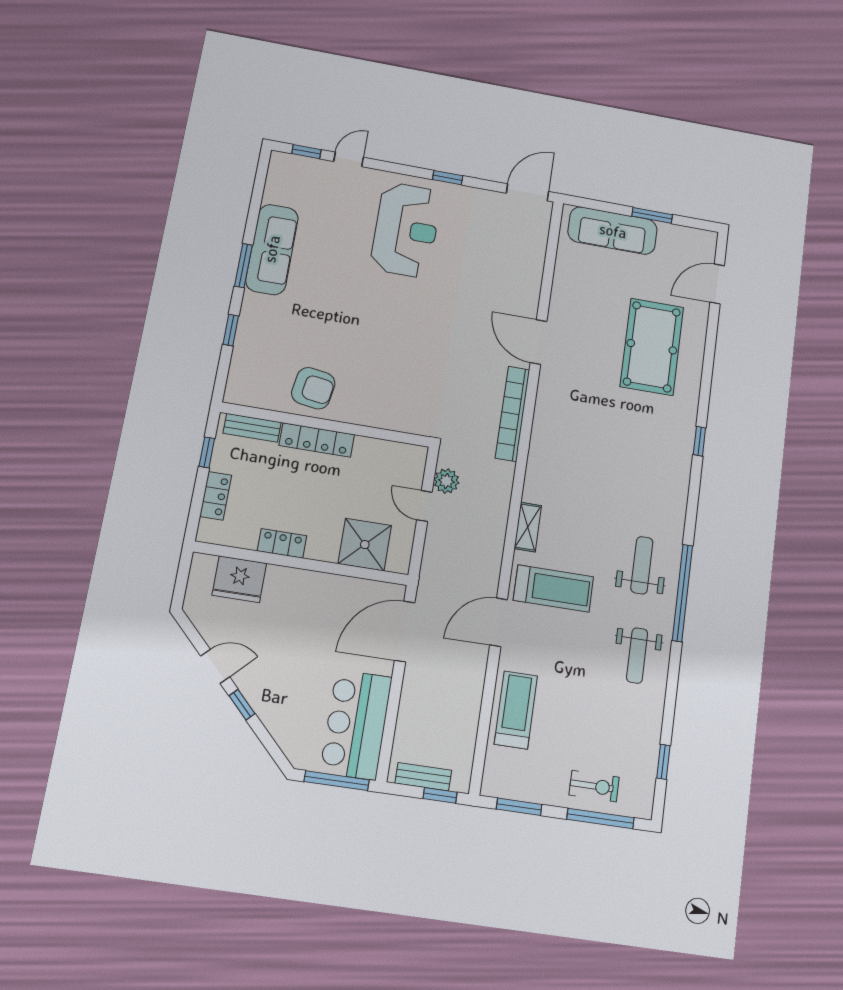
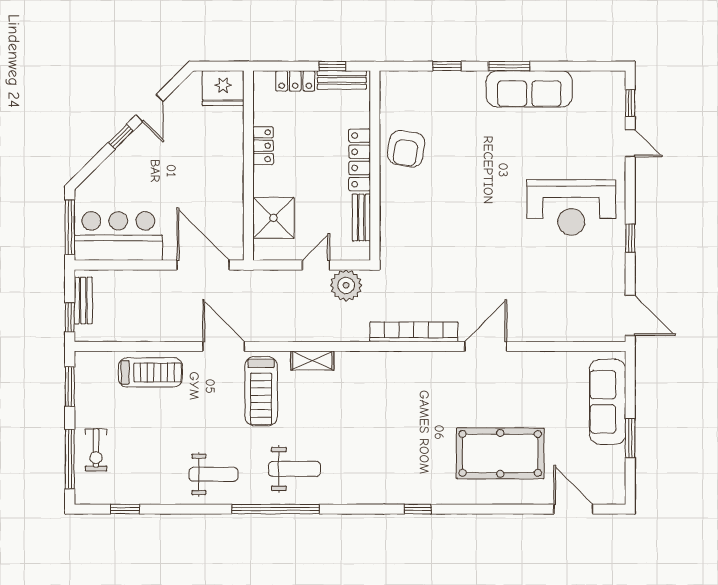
bench: (252, 428) -> (342, 80), moved, turned 90
bench: (380, 449) -> (361, 218), added
plant: (446, 481) -> (346, 285), width x1.36, depth x1.36
fridge: (239, 579) -> (223, 88), moved, turned -90
weight bench: (637, 656) -> (213, 474), turned 180

